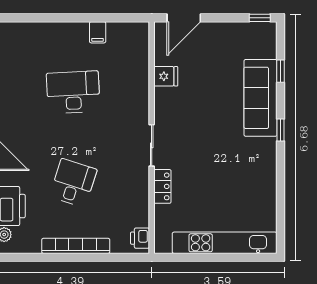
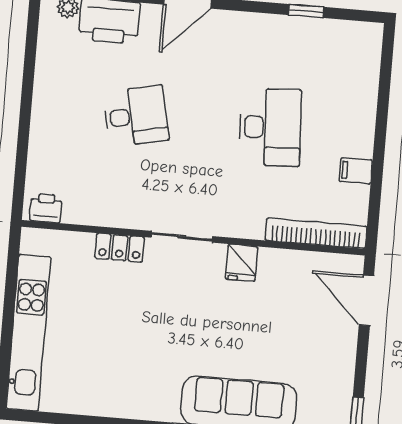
fridge: (166, 76) -> (242, 263), moved
desk: (73, 183) -> (136, 116), turned -30
bookcase: (76, 246) -> (316, 233), moved, turned -90

